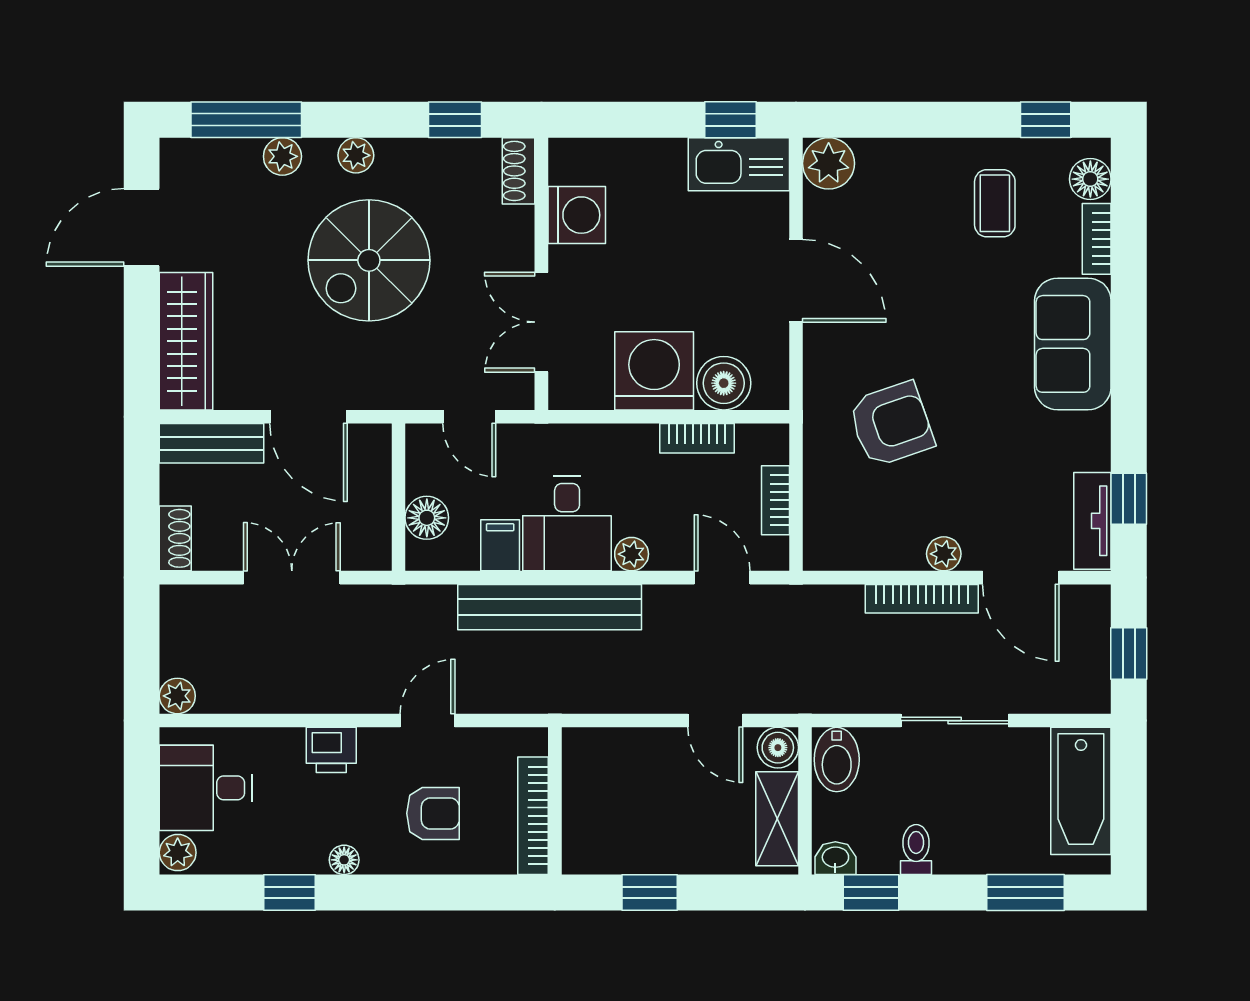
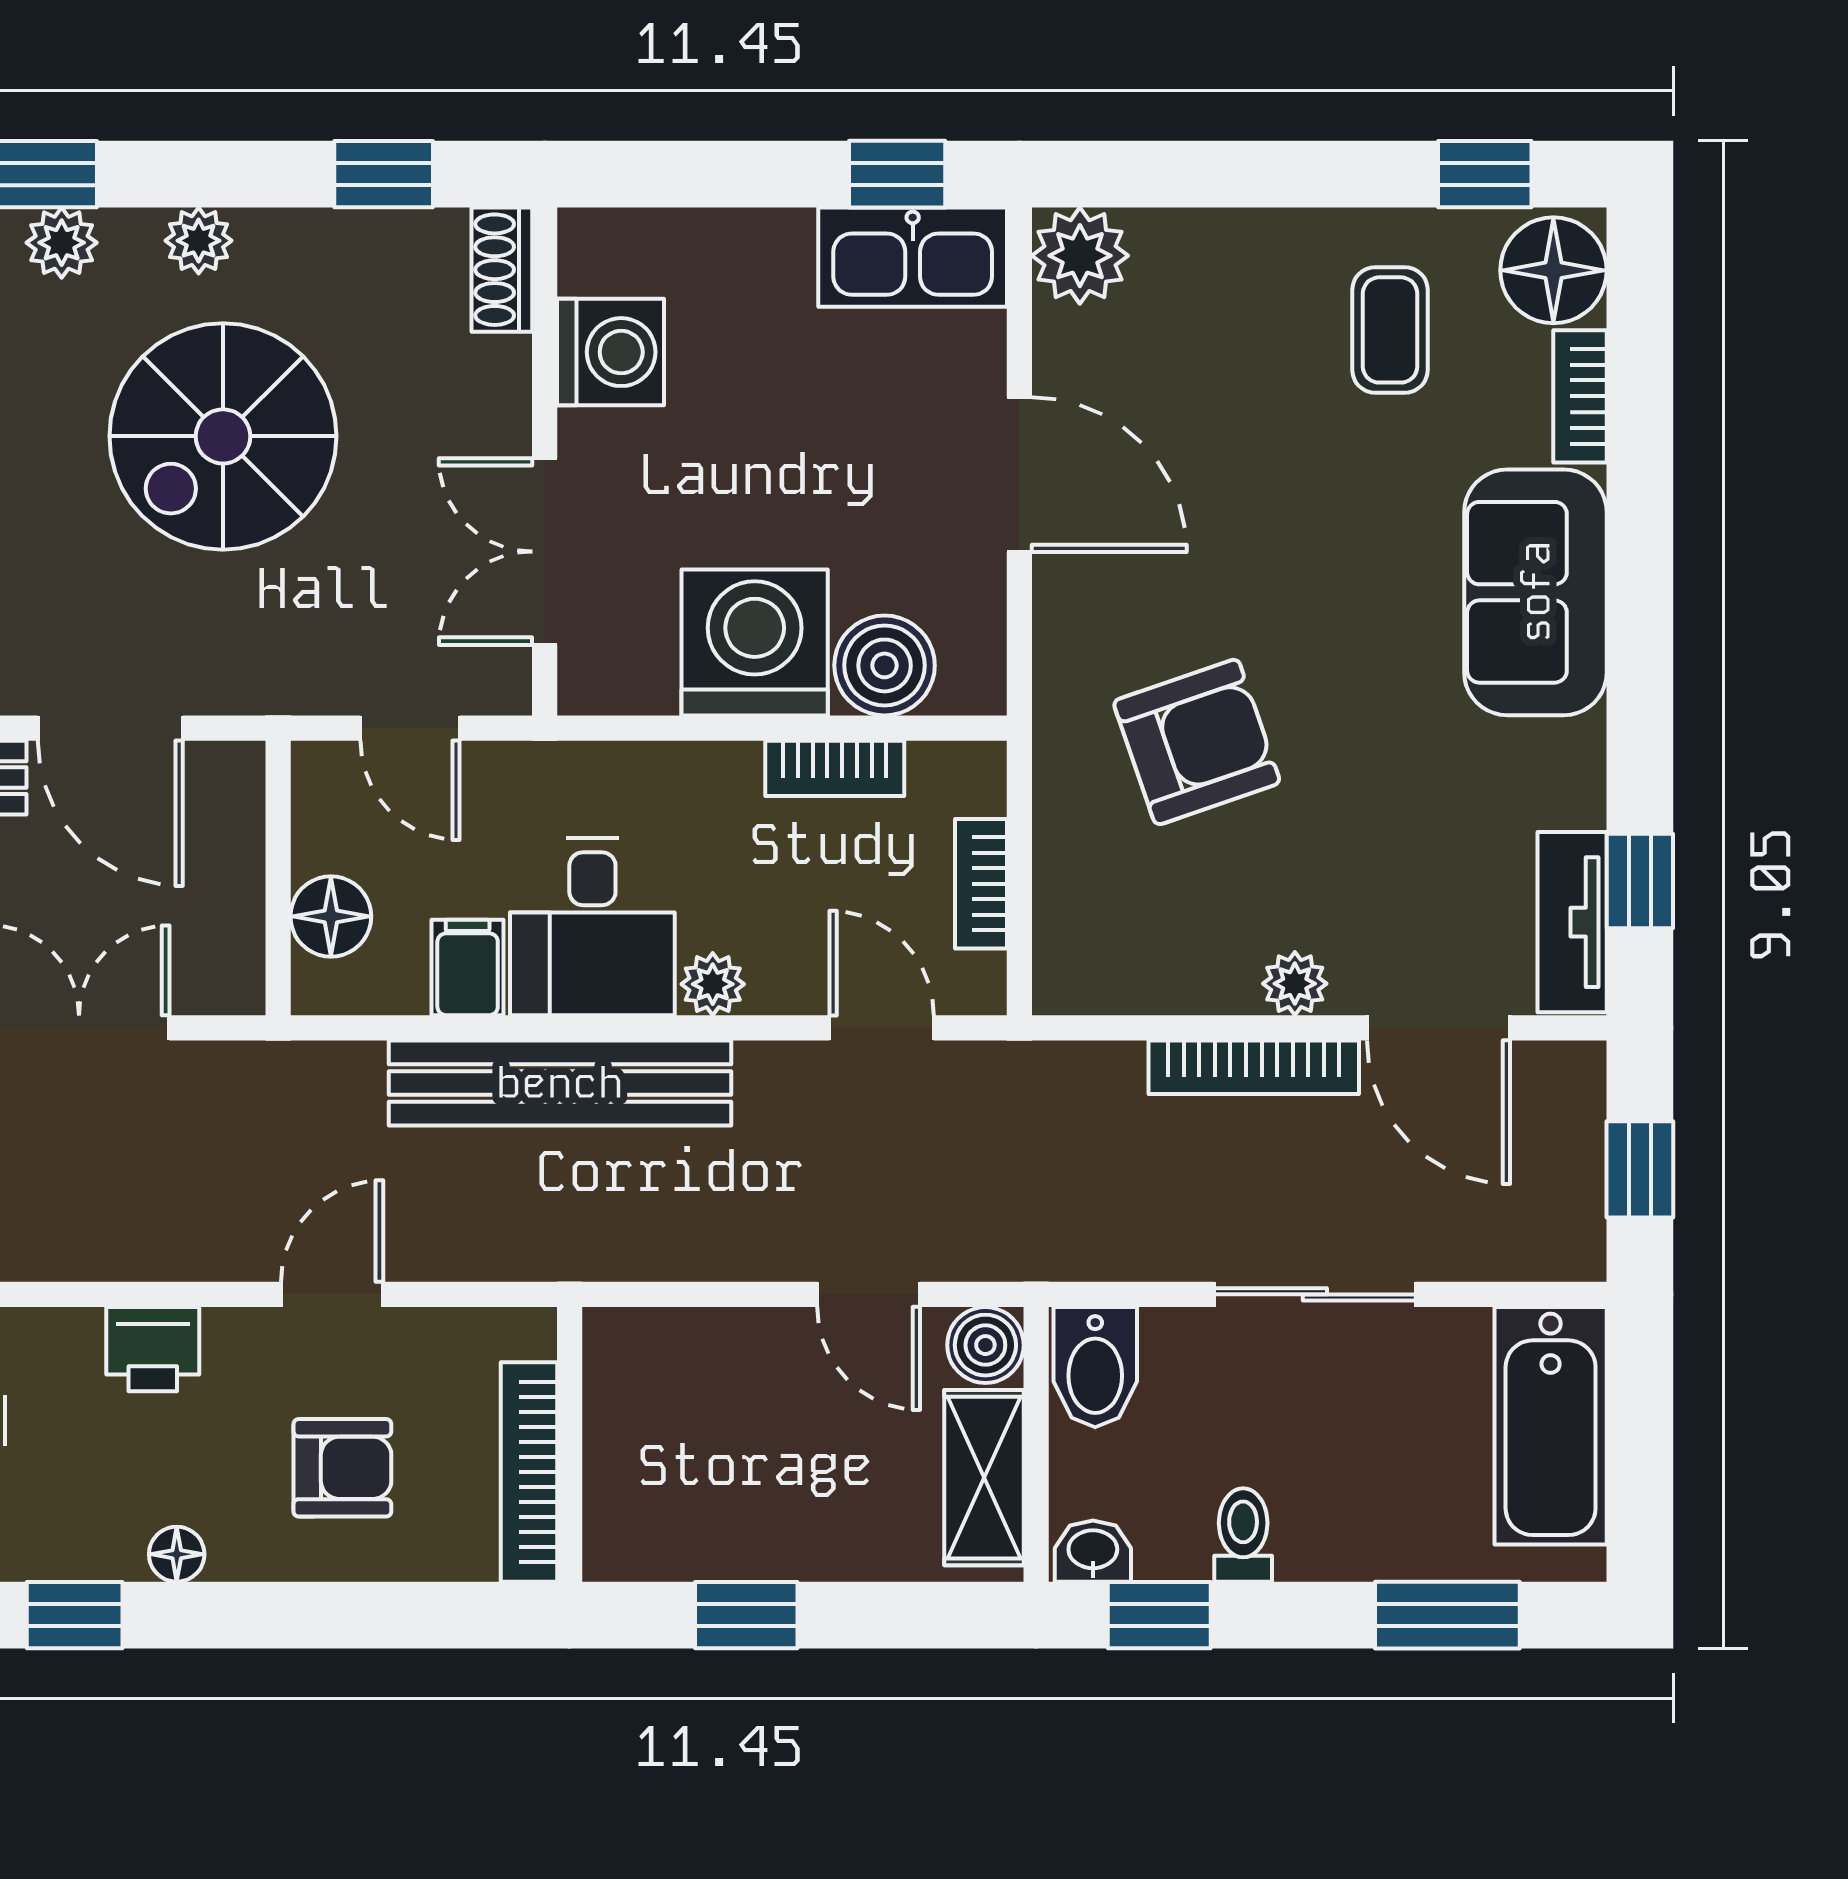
floor lamp: (1090, 179) -> (1553, 270), width x1.38, depth x1.38

